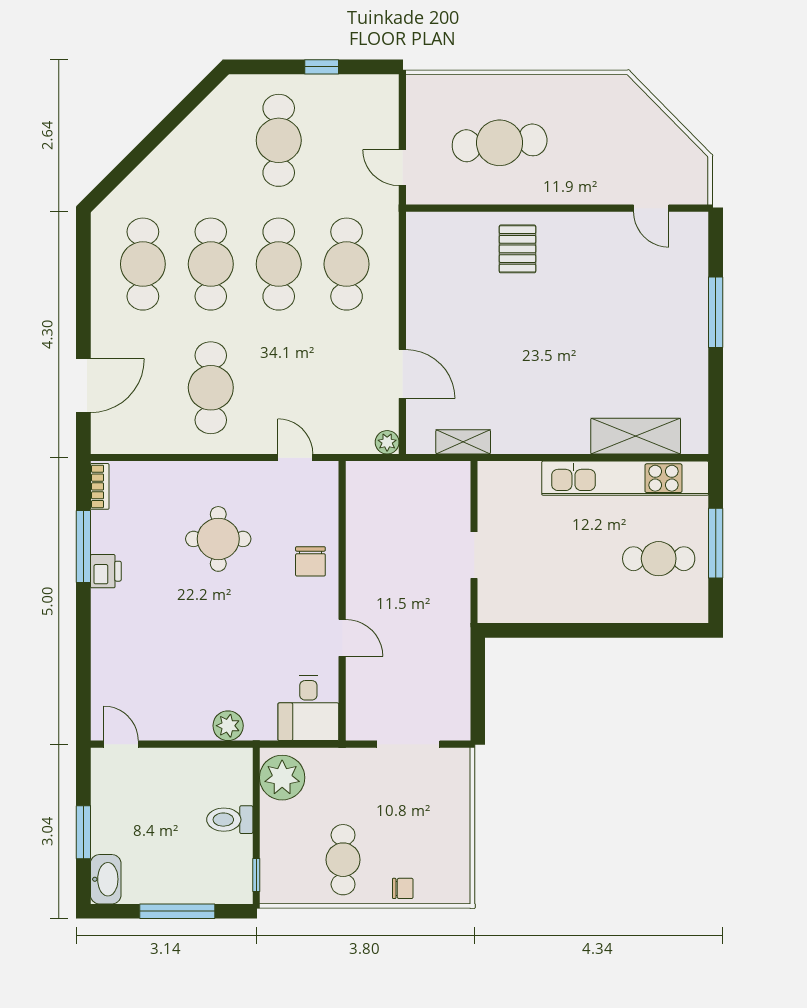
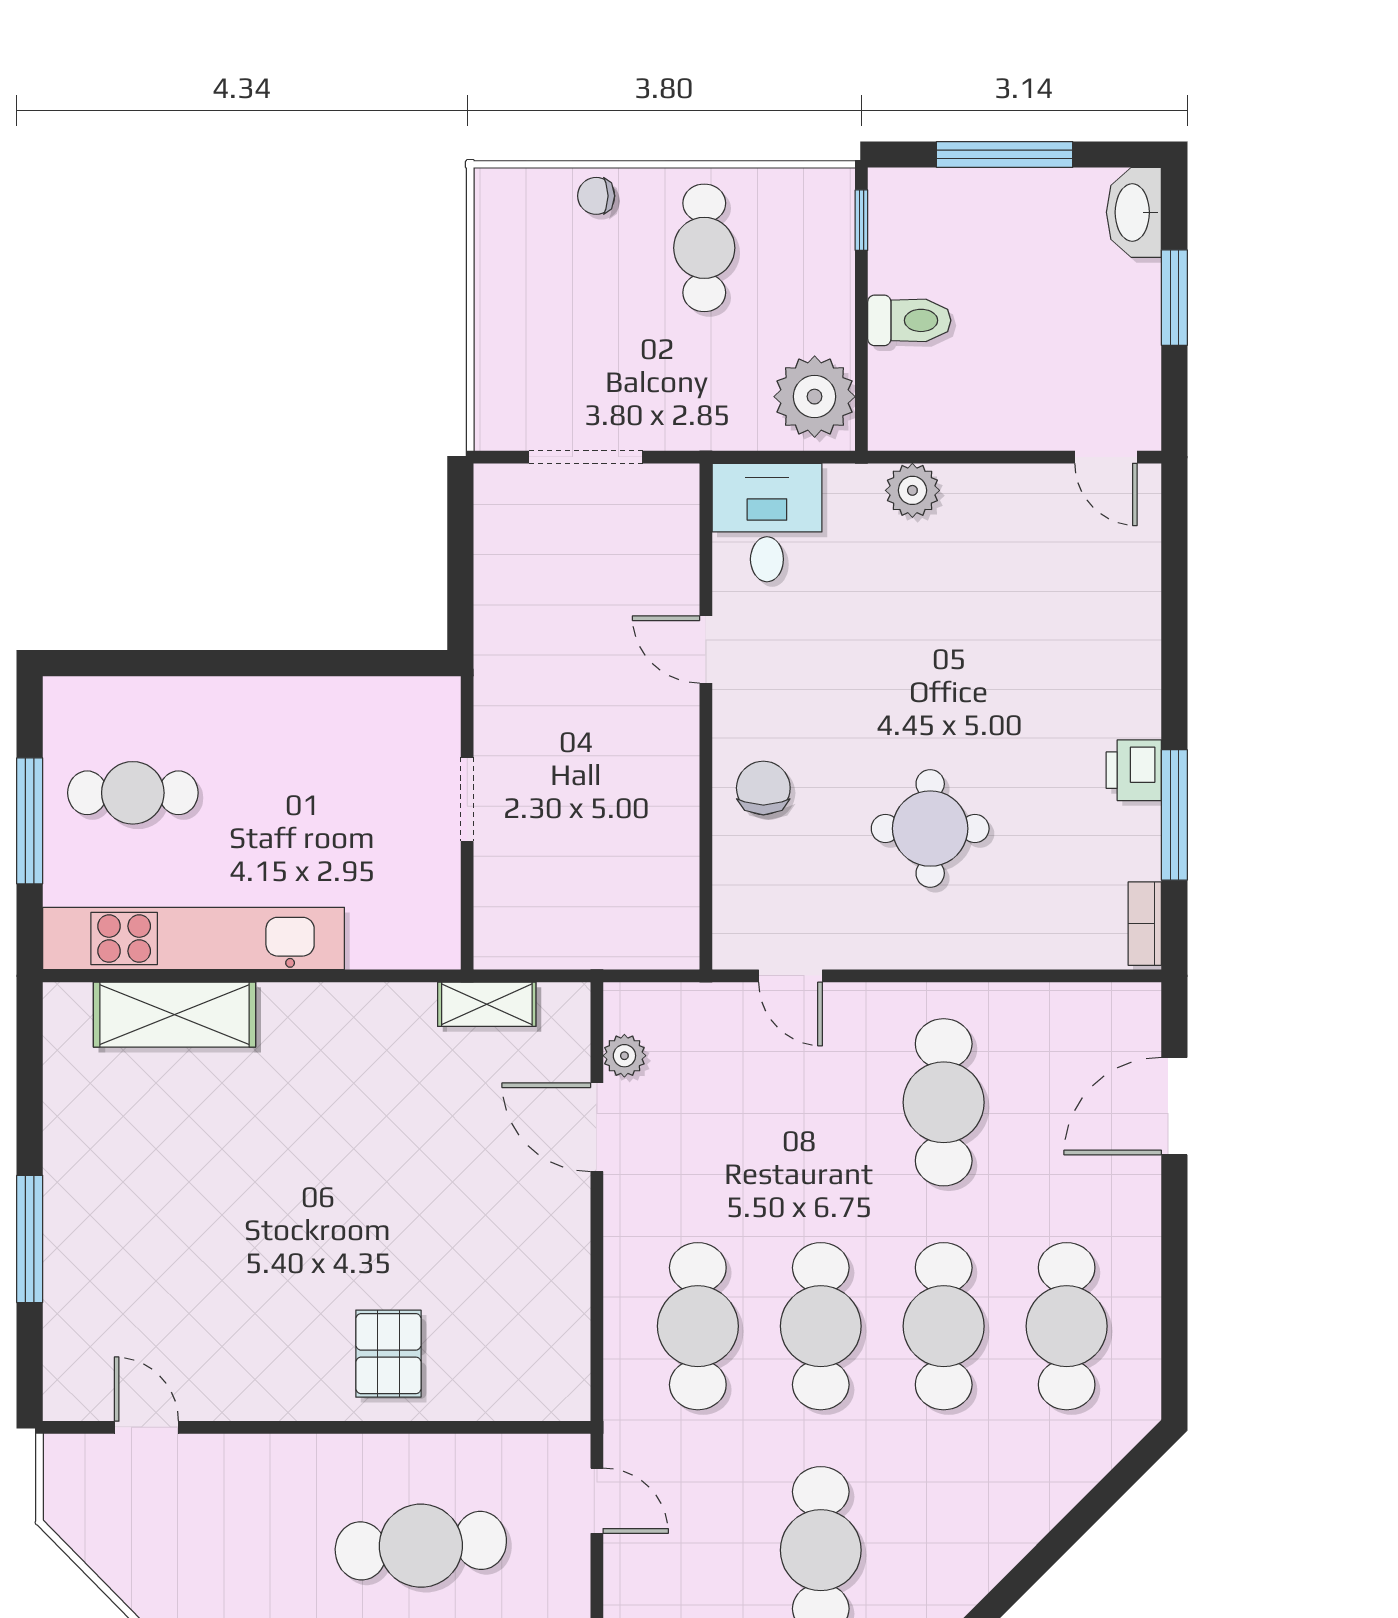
plant: (387, 442) -> (624, 1056), moved

